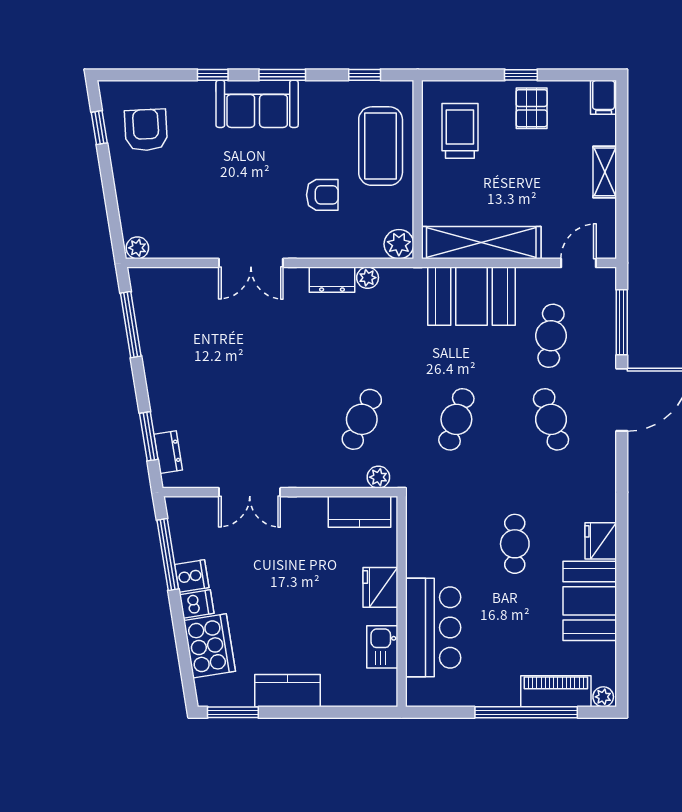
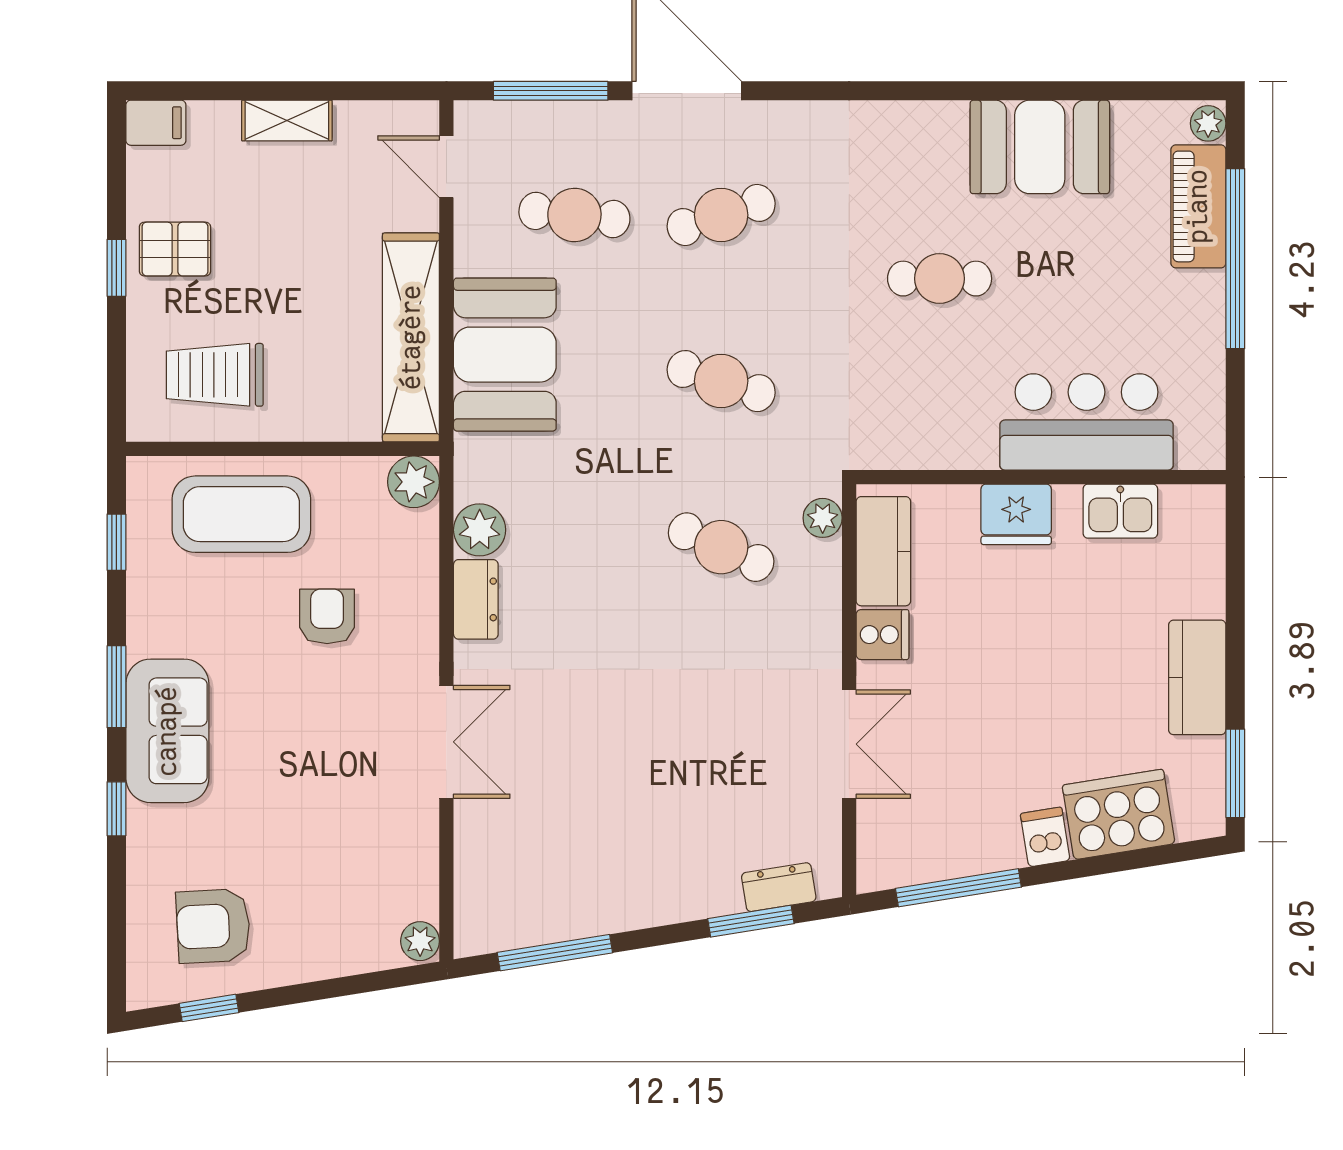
plant: (368, 278) -> (480, 530), width x1.38, depth x1.38
fridge: (601, 541) -> (934, 128), removed
cooker: (192, 576) -> (882, 635), moved, turned 99

